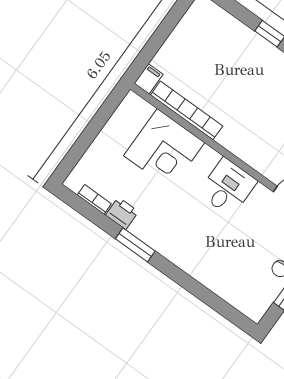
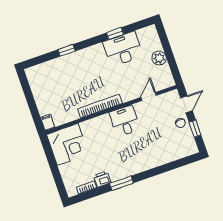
bookcase: (187, 110) -> (100, 106), moved
corner desk: (164, 149) -> (68, 144), moved

